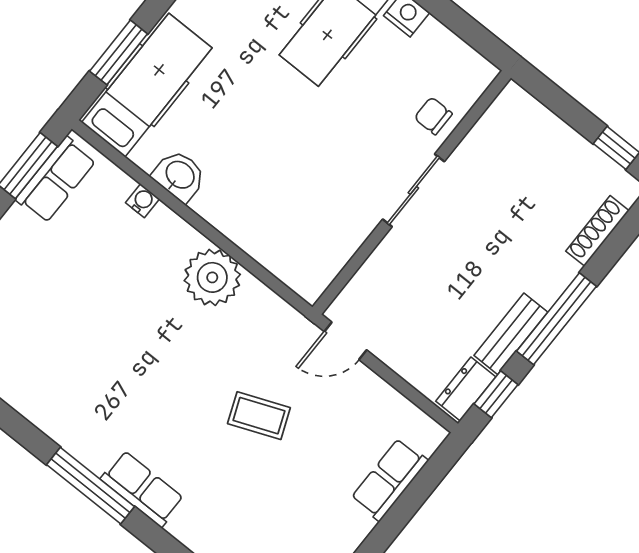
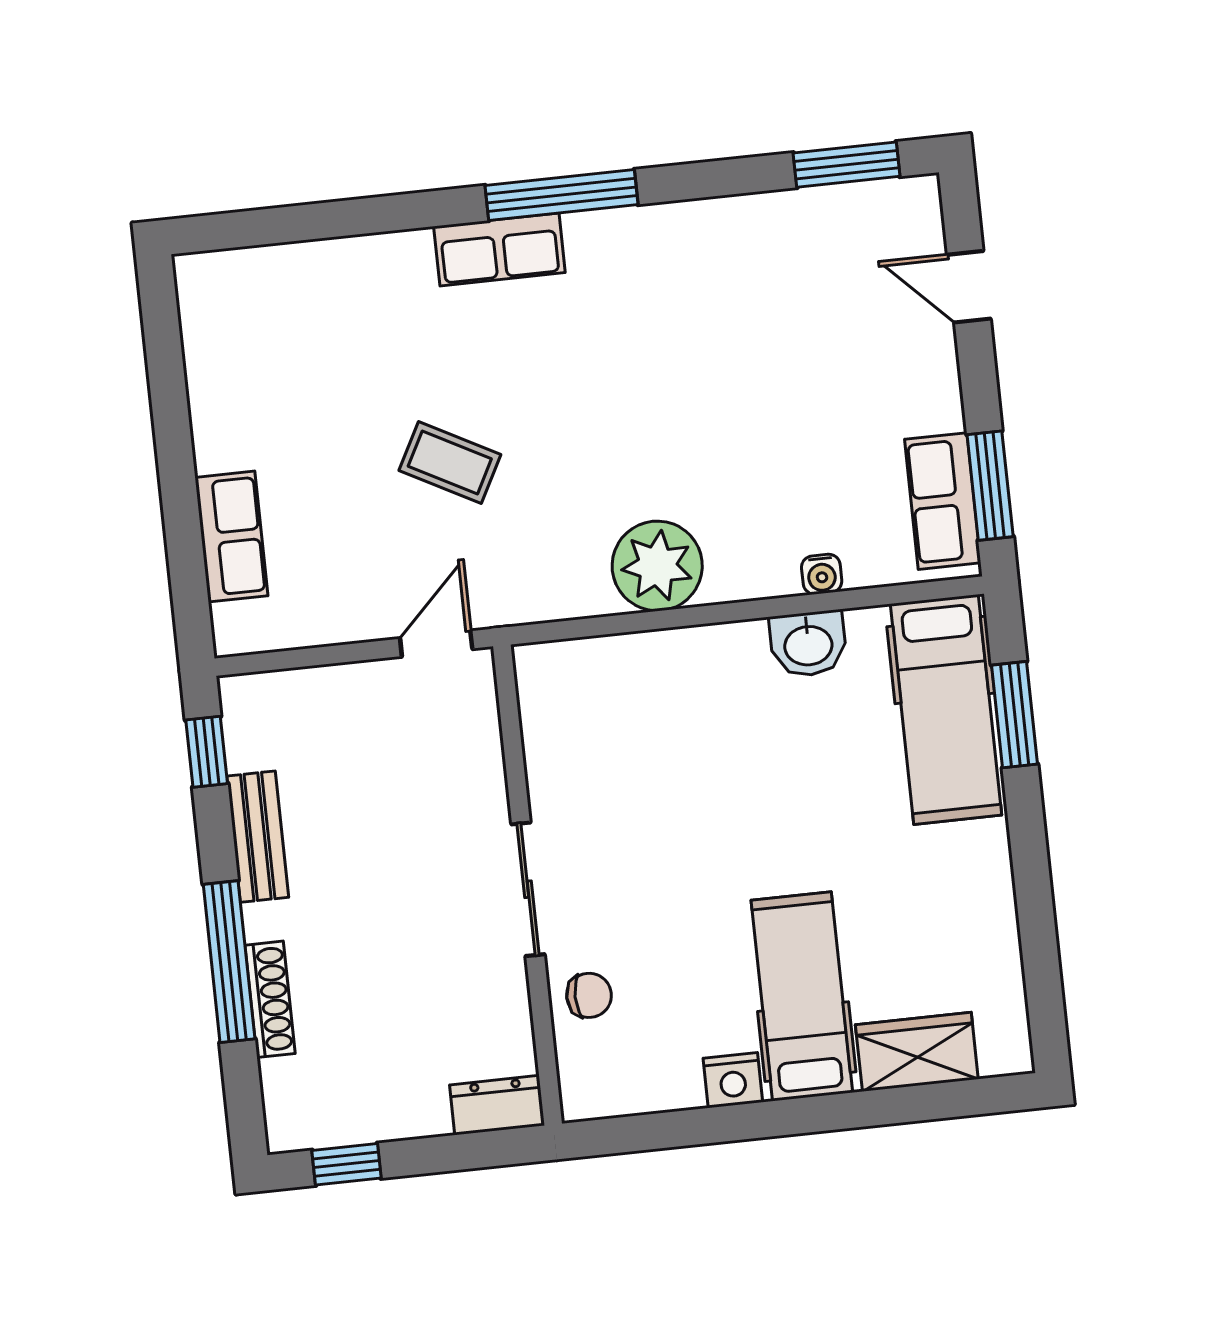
shoe rack: (597, 231) -> (270, 999), moved
window: (556, 319) -> (229, 962), moved
dresser: (466, 389) -> (497, 1105), moved, turned -90
coffee table: (259, 416) -> (450, 462), turned 50

